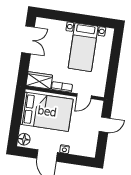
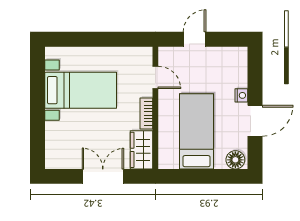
double door: (28, 40) -> (103, 176), moved
bed: (47, 112) -> (197, 131), width x0.67
door: (105, 125) -> (195, 39), hinge flipped

